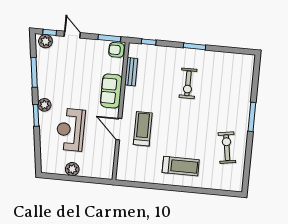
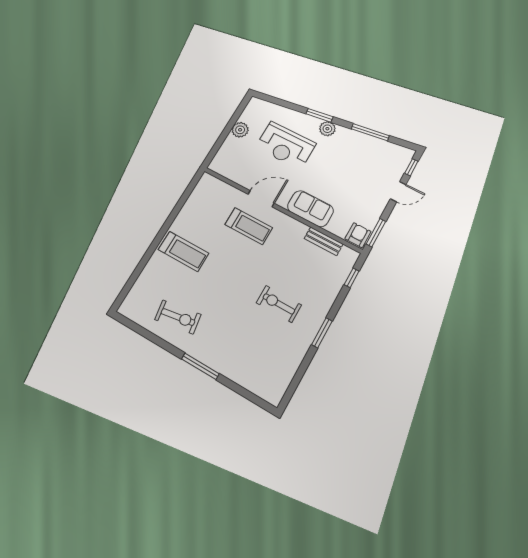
plant: (45, 41) -> (402, 159), removed
reception desk: (71, 130) -> (286, 145), turned 180
treadmill: (181, 166) -> (184, 251), turned -90

